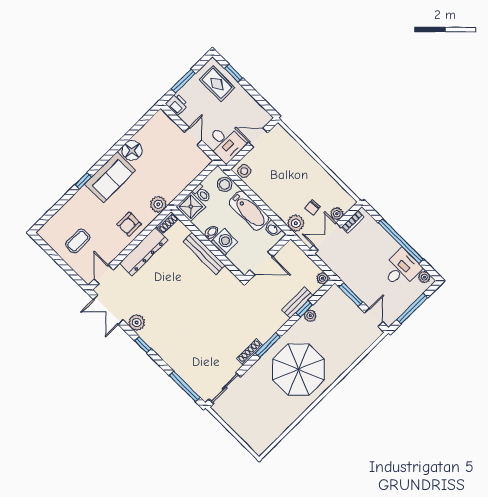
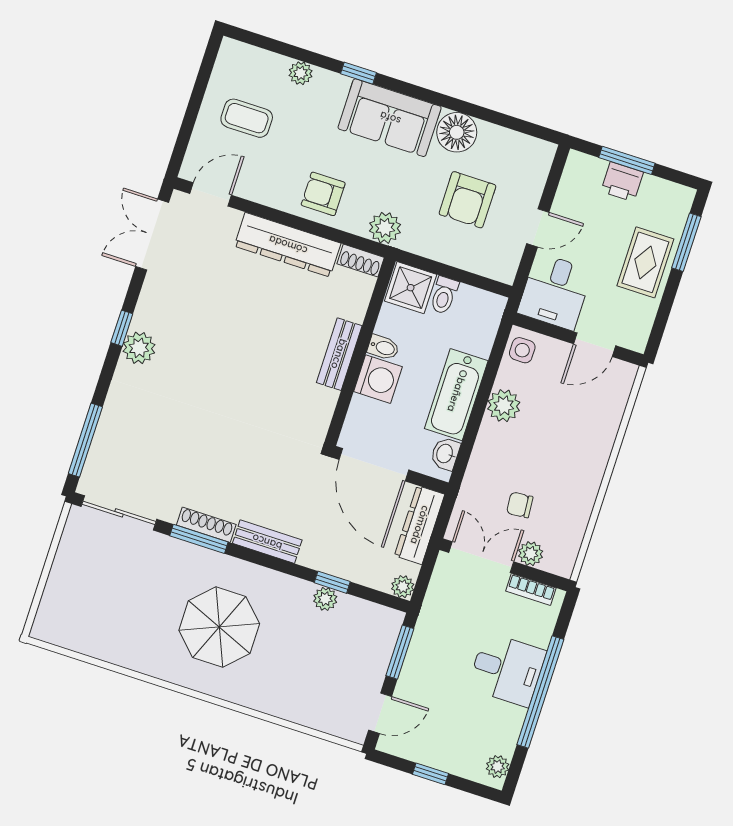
window: (234, 73) -> (686, 242), width x1.50
rug: (217, 84) -> (645, 262), moved
printer: (177, 104) -> (622, 182), moved, turned 90
door: (258, 137) -> (595, 345), swing flipped
armchair: (165, 161) -> (467, 200), added
stool: (225, 184) -> (481, 328), removed
plant: (70, 207) -> (301, 73), added
plant: (296, 223) -> (504, 406), moved
bench: (204, 254) -> (339, 354), width x0.73
dresser: (299, 257) -> (420, 525), added
door: (261, 263) -> (374, 465), width x1.36
desk: (401, 269) -> (507, 669), moved
bench: (297, 303) -> (267, 542), moved
window: (412, 309) -> (431, 774), width x0.46
plant: (137, 322) -> (139, 348), moved
window: (268, 345) -> (199, 539), moved
parasol: (299, 369) -> (219, 627), width x0.73, depth x0.73

